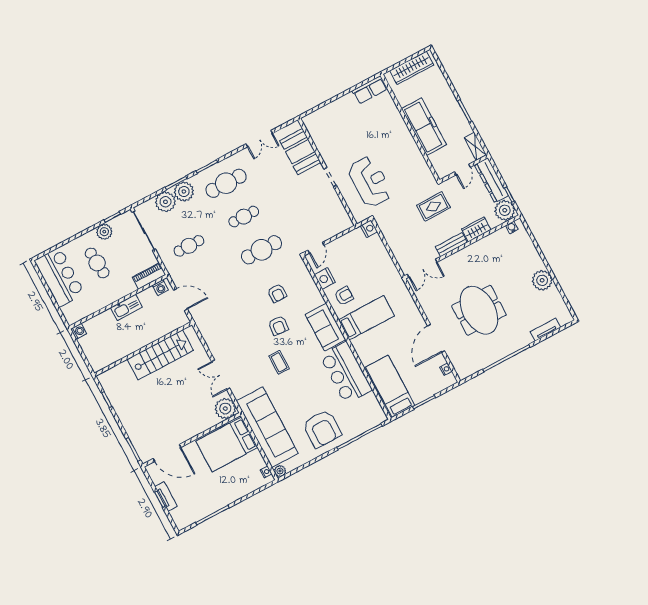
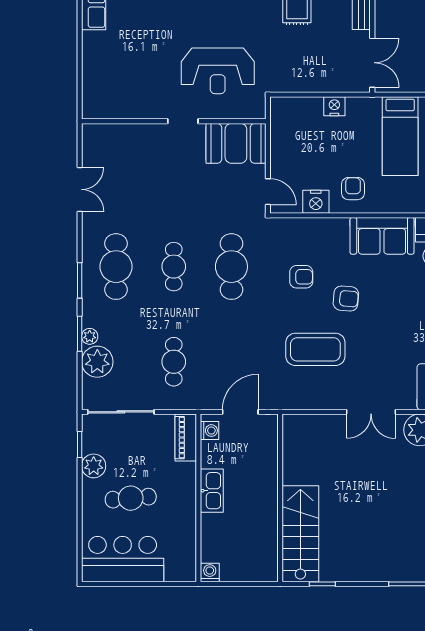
booth: (300, 152) -> (236, 143), moved
reception desk: (370, 182) -> (218, 71), turned 180
plant: (184, 191) -> (90, 336), width x0.53, depth x0.53
nightstand: (369, 229) -> (334, 106), moved
bed: (366, 318) -> (400, 136), moved, turned 180
stairs: (160, 355) -> (300, 534), moved
coffee table: (279, 362) -> (315, 349), moved, width x1.86, depth x1.72

